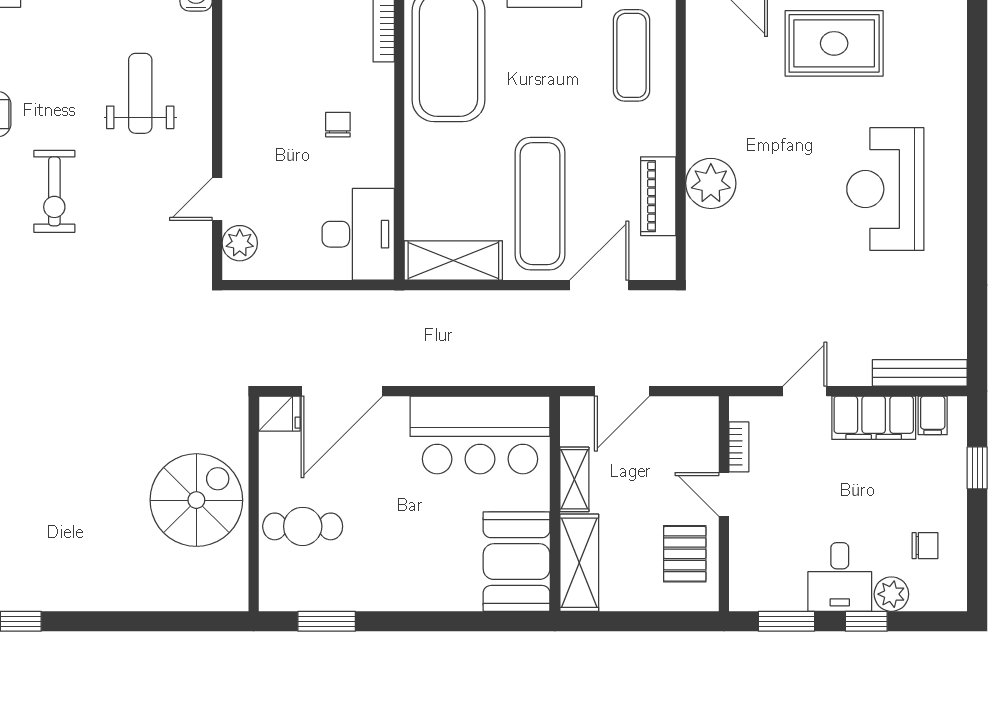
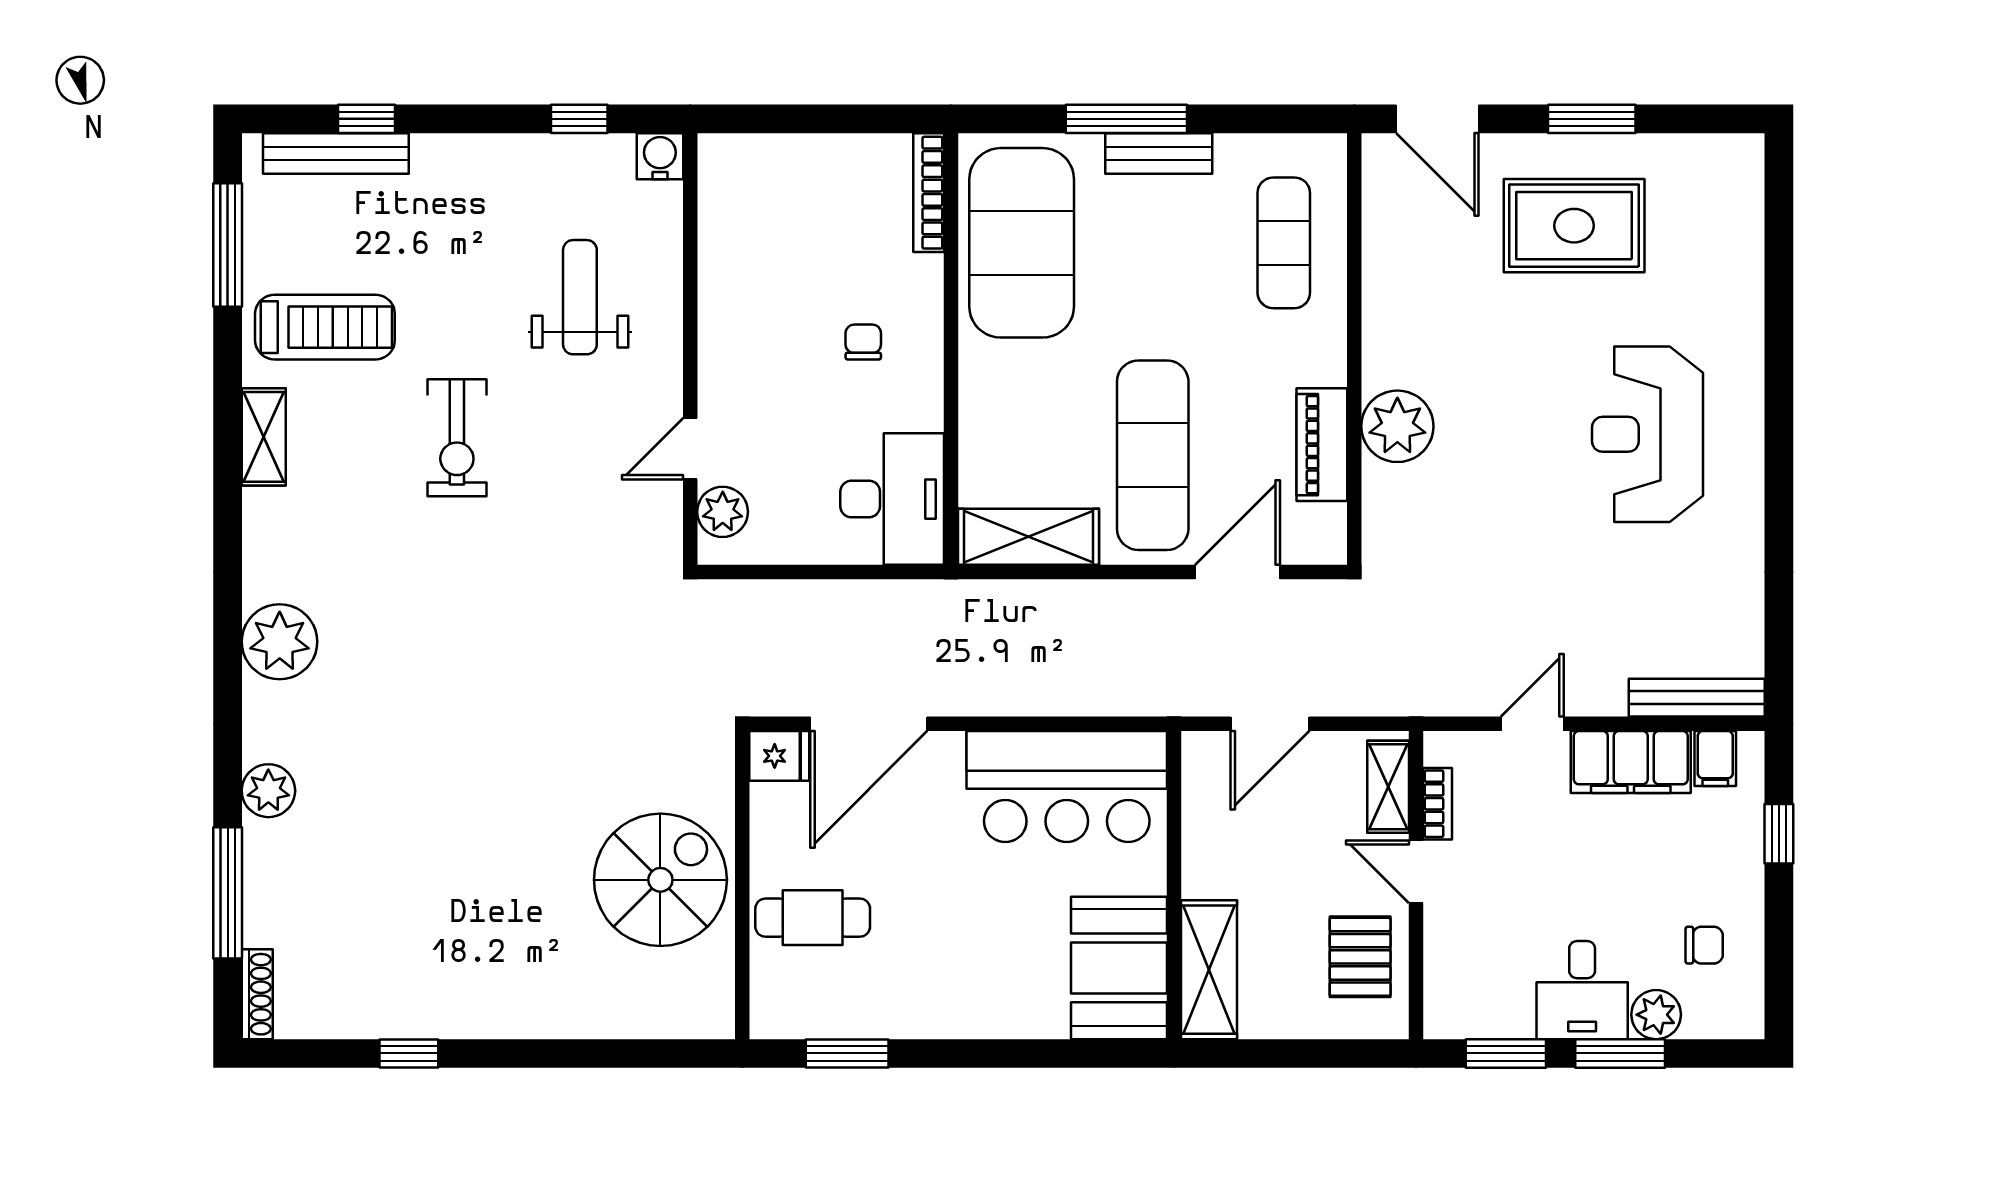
shelving: (574, 479) -> (1388, 787), moved
window: (866, 621) -> (1620, 1053), width x1.50

